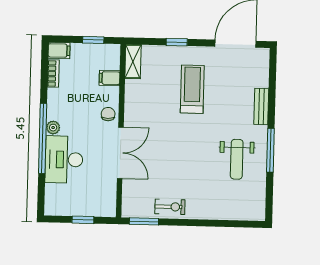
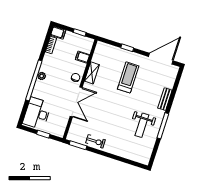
shelving: (133, 61) -> (92, 73), moved
desk: (64, 159) -> (37, 113), moved

